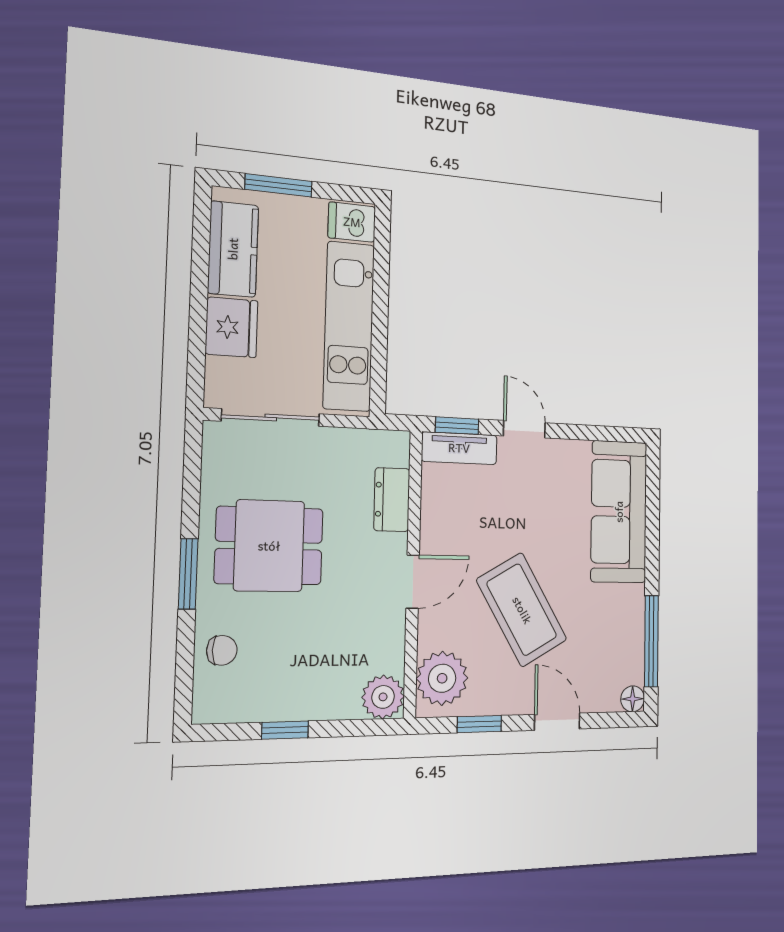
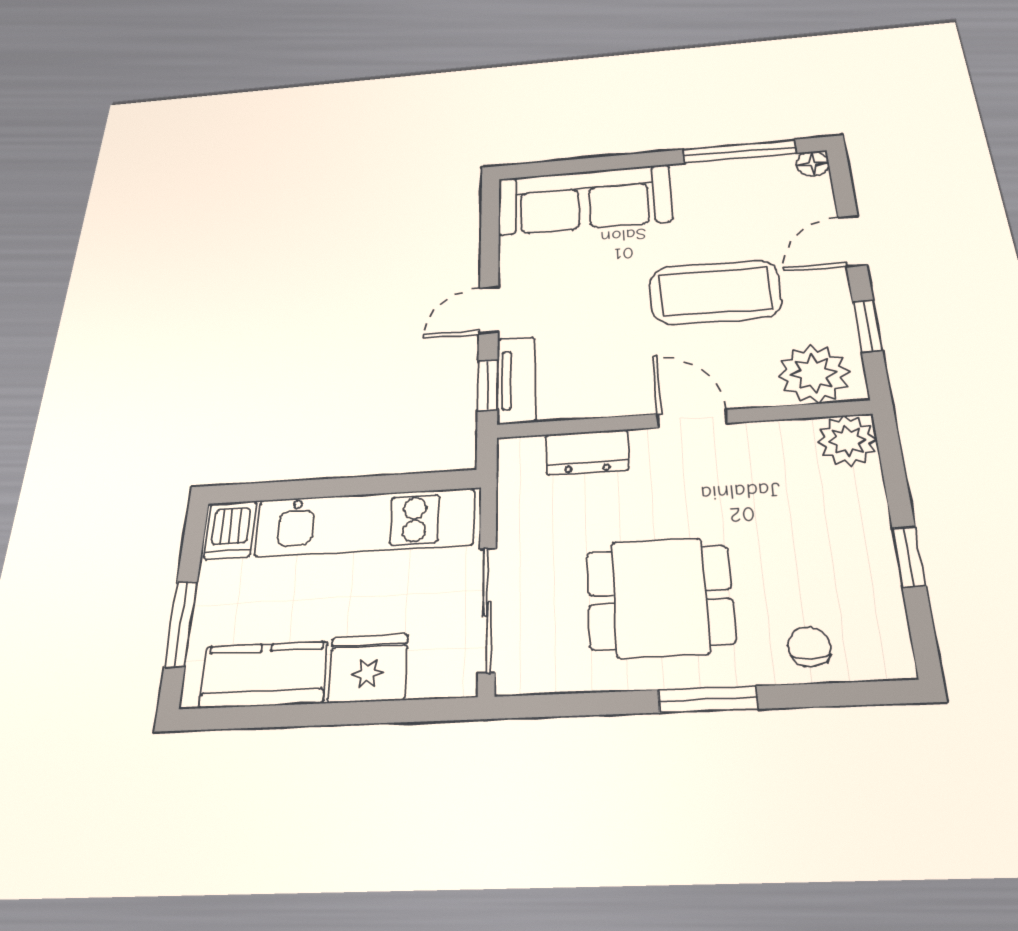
dining table: (269, 546) -> (660, 597), turned 90
coffee table: (522, 610) -> (715, 292), turned 30

